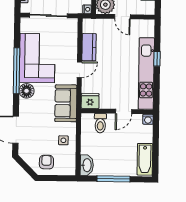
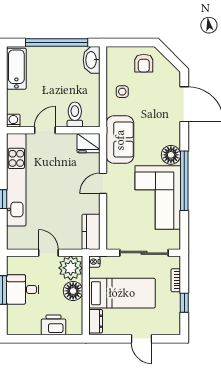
kitchen counter: (89, 47) -> (91, 232), moved
window: (114, 179) -> (57, 43), width x1.46

